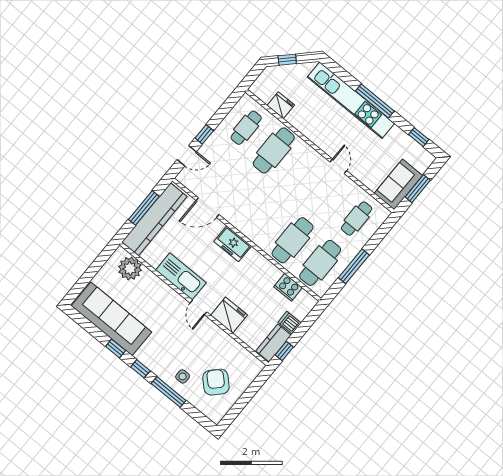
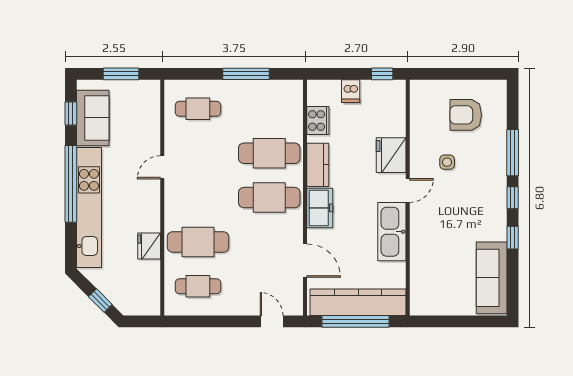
window: (375, 101) -> (71, 184), width x1.46
fridge: (281, 105) -> (149, 246), moved
window: (204, 134) -> (237, 321), removed
sofa: (398, 184) -> (93, 118), moved, turned -90
window: (144, 208) -> (356, 321), width x1.46
cafe table: (320, 263) -> (269, 198), moved
plant: (130, 268) -> (424, 287), removed
sofa: (111, 319) -> (492, 278), width x0.74, depth x0.79
kitchen counter: (274, 343) -> (318, 165), moved, turned -90
side table: (183, 376) -> (447, 162), moved
armchair: (216, 382) -> (466, 115), turned 46

